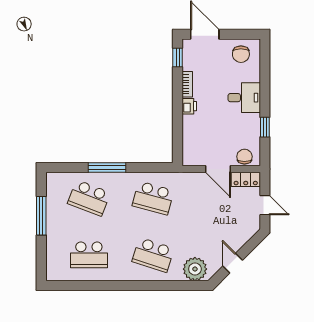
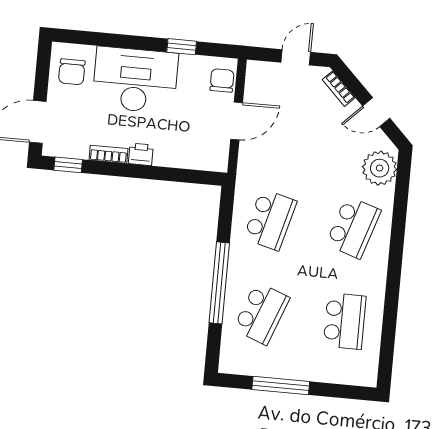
chair: (241, 54) -> (72, 72), turned 90
desk: (244, 98) -> (135, 80), width x1.87, depth x1.30
chair: (244, 157) -> (222, 81), turned 90
window: (107, 168) -> (219, 283), width x1.46
locker: (246, 179) -> (255, 82), removed
bookcase: (246, 236) -> (339, 89), added

